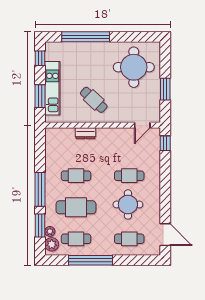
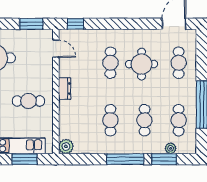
window: (165, 89) -> (31, 24), moved
cafe table: (94, 100) -> (28, 101), turned 47
dresser: (85, 133) -> (65, 89), moved
cafe table: (76, 207) -> (145, 120), width x0.73, depth x0.74
plant: (52, 244) -> (66, 146), moved

